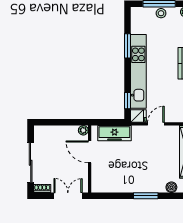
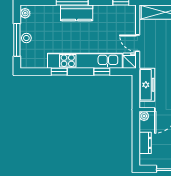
window: (128, 46) -> (59, 72), width x0.67
window: (128, 101) -> (102, 72), moved
dresser: (56, 132) -> (145, 143), added

